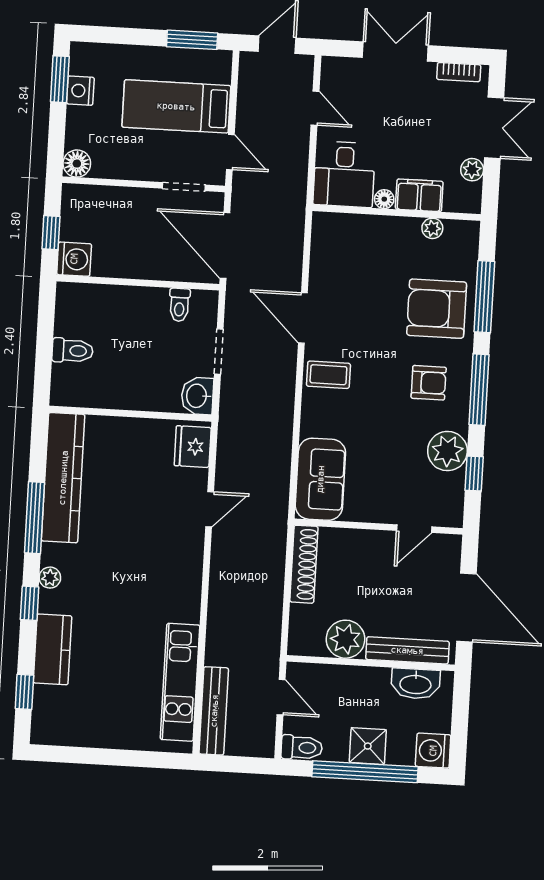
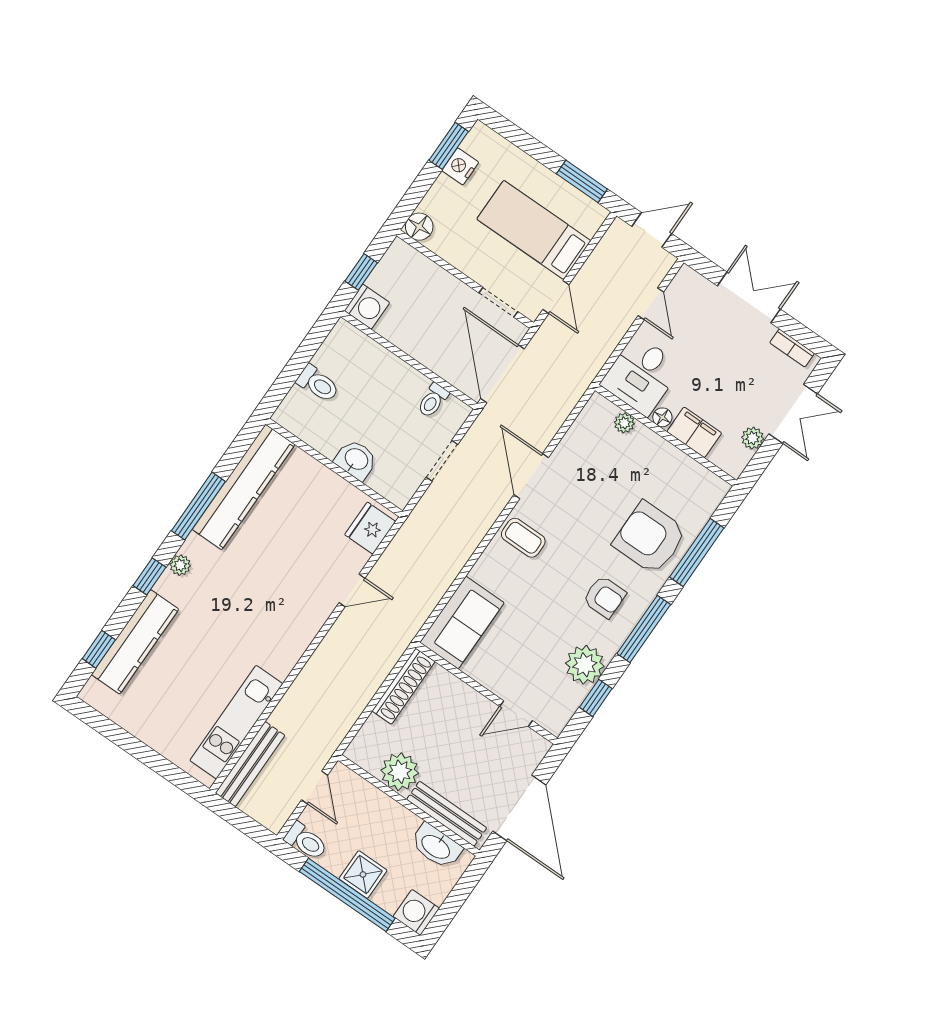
plant: (432, 228) -> (624, 423), moved
washbasin: (197, 396) -> (356, 460), moved, turned 90
kitchen counter: (52, 649) -> (135, 642), width x1.50

